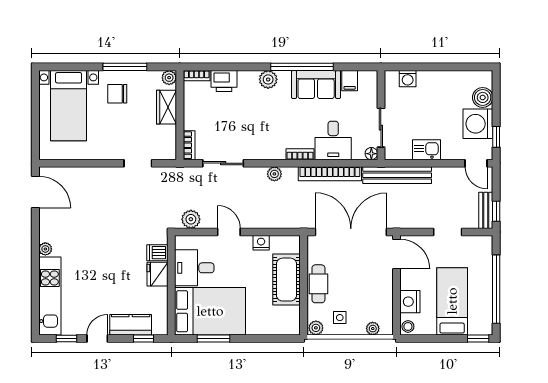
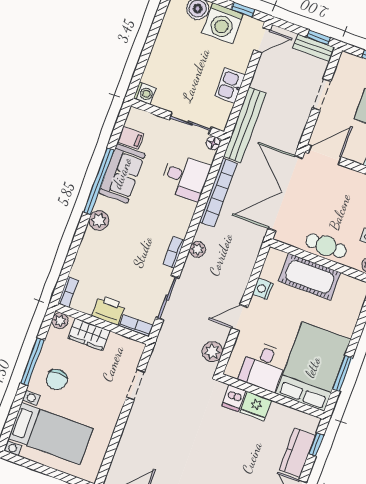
washing machine: (408, 79) -> (145, 93), moved
printer: (224, 81) -> (109, 310), moved, turned -90
bookcase: (300, 154) -> (174, 252), moved

